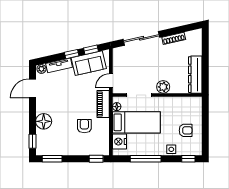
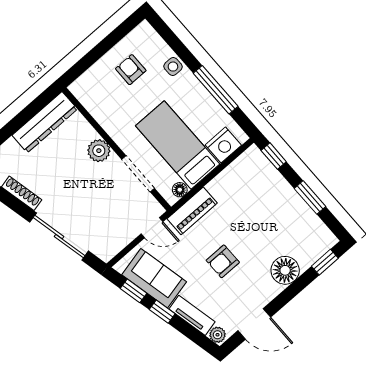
armchair: (84, 126) -> (223, 261), moved
window: (52, 159) -> (310, 198), moved
window: (188, 159) -> (165, 32), removed

